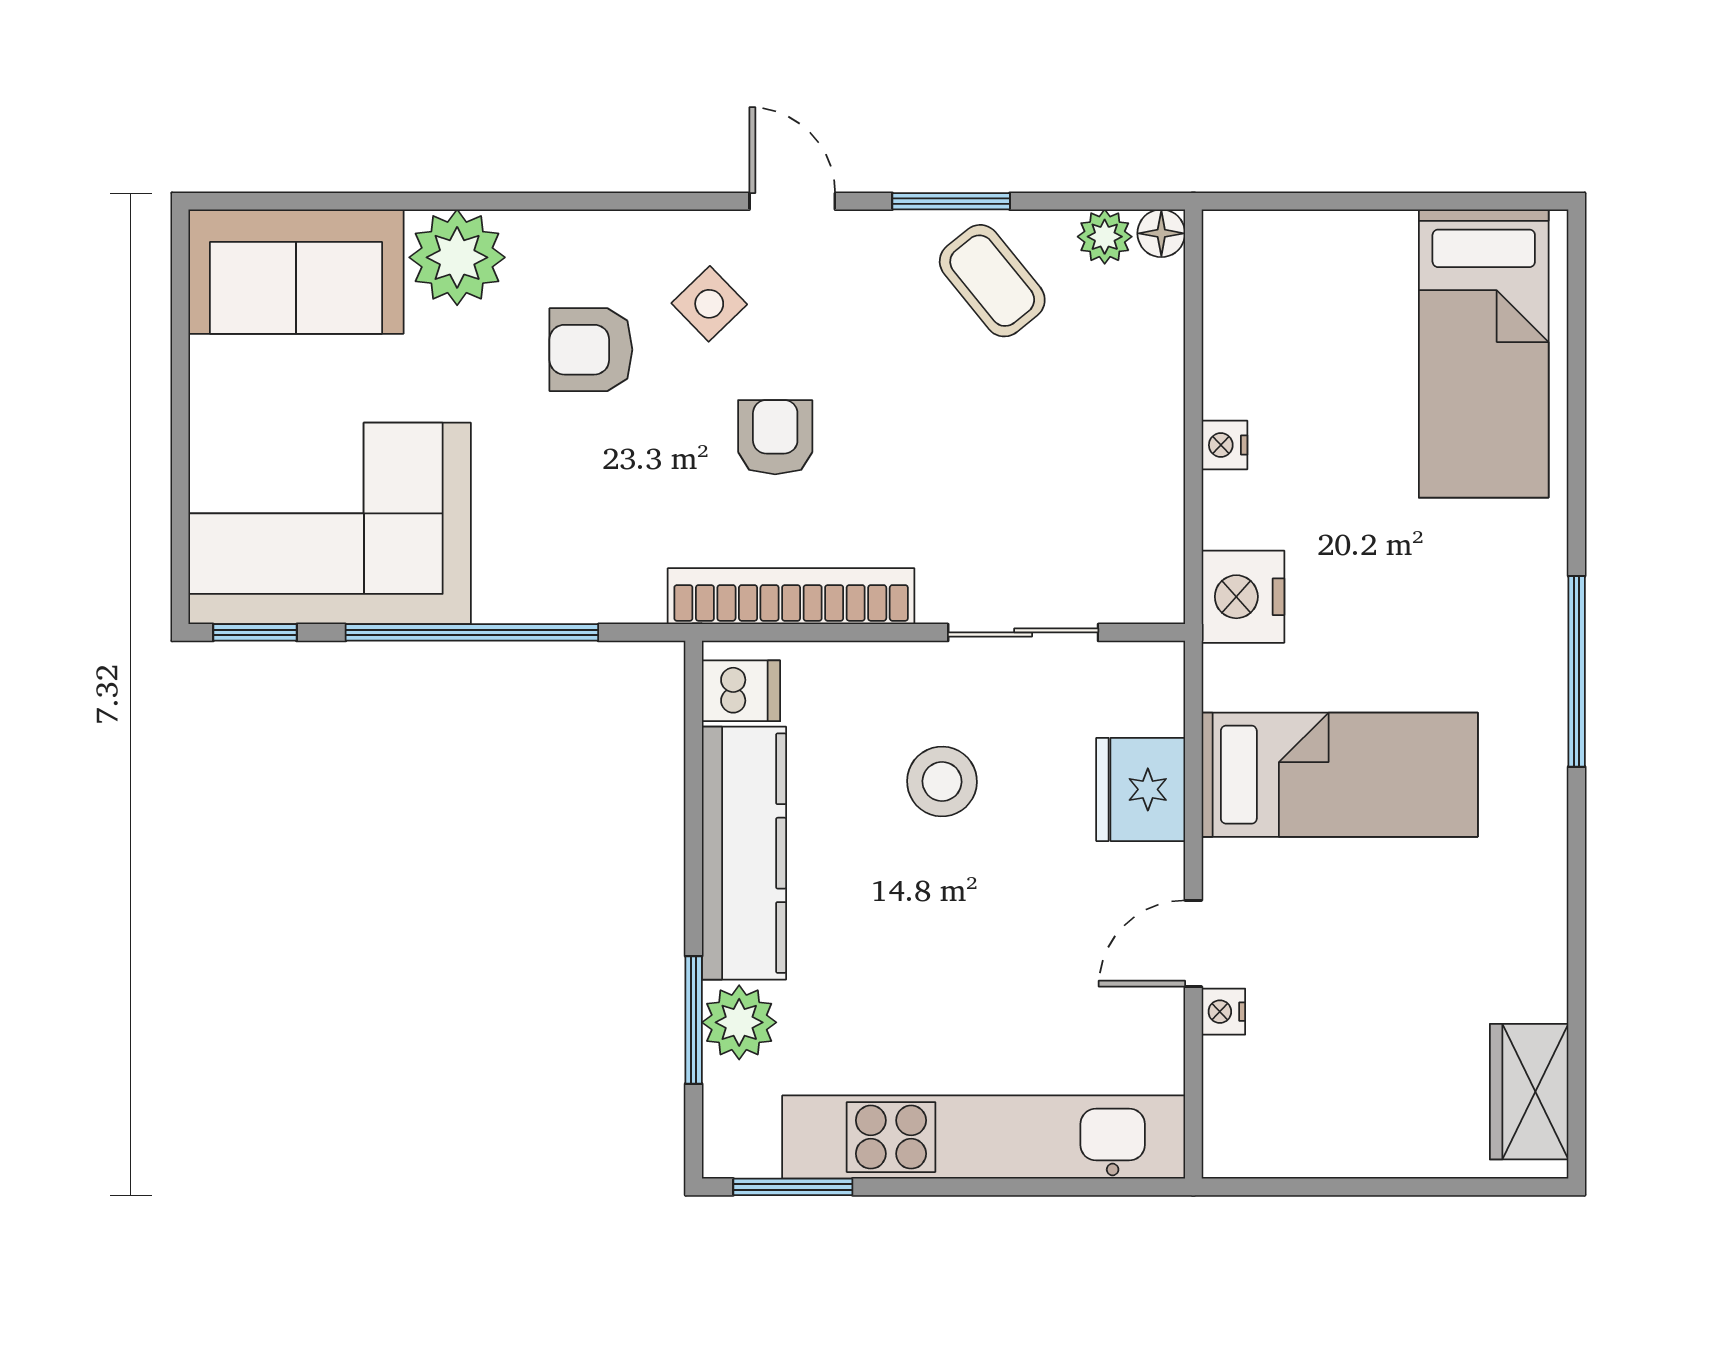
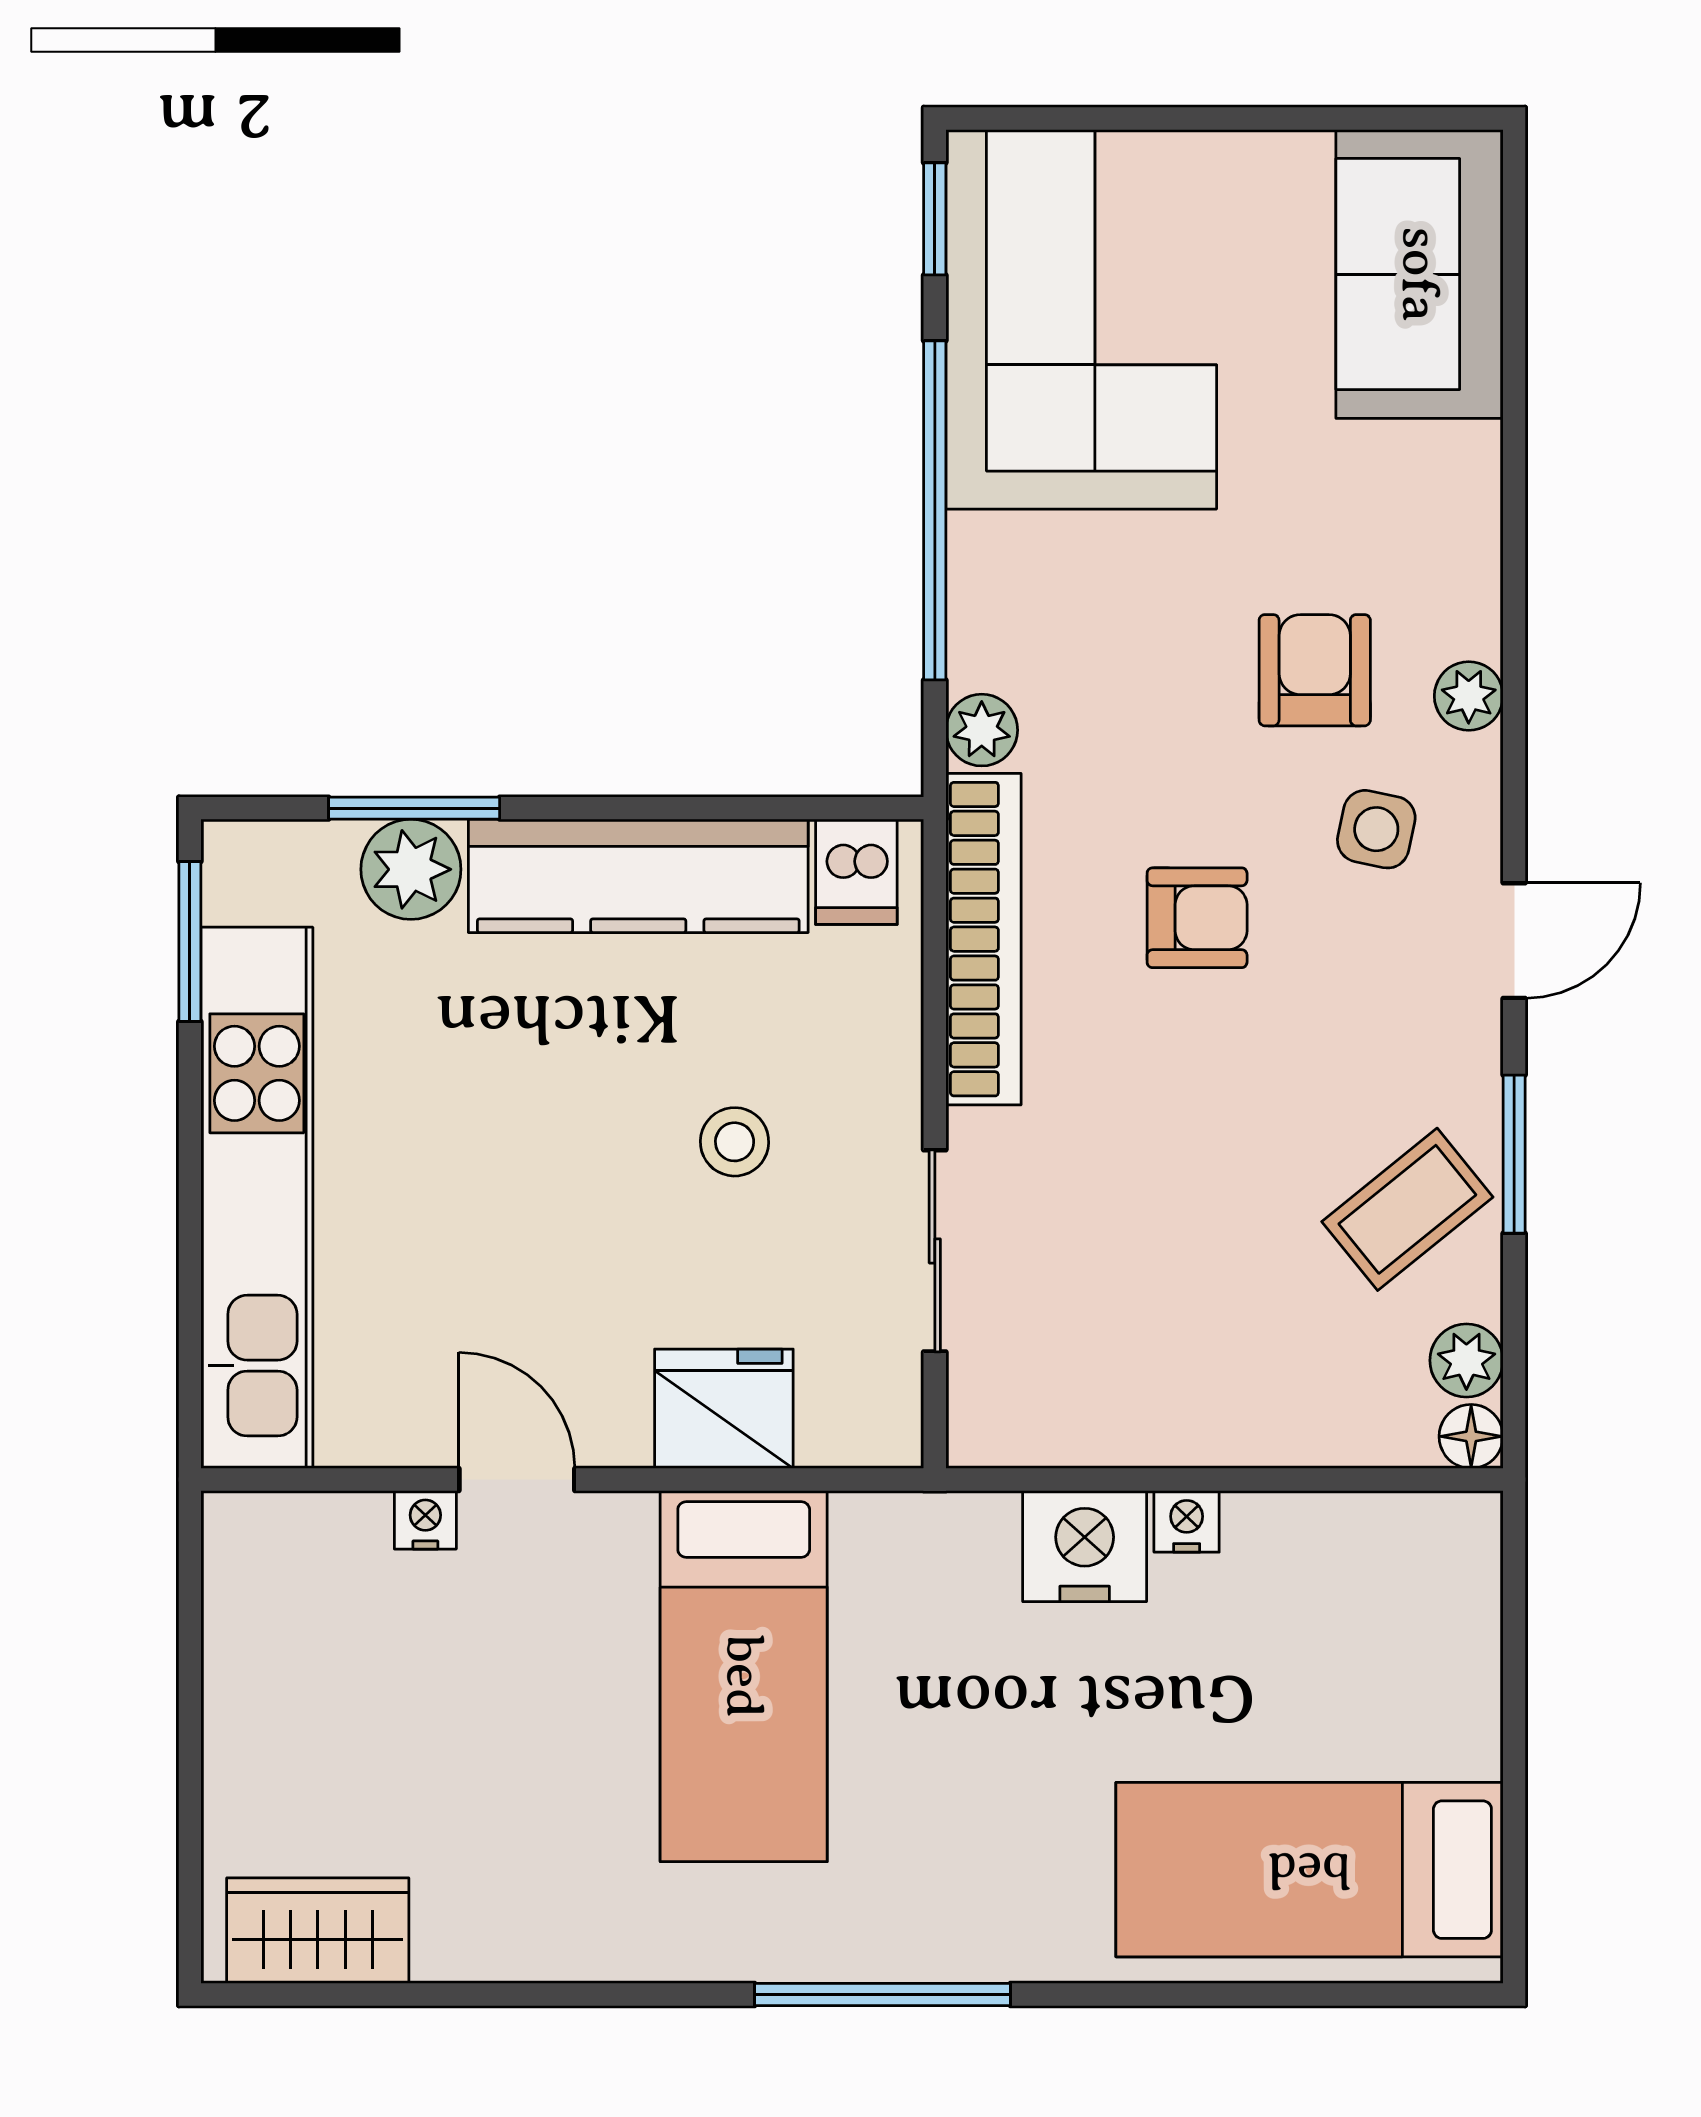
plant: (457, 257) -> (1469, 696), moved, width x0.53, depth x0.53
side table: (709, 304) -> (1376, 829), turned -34
nightstand: (1243, 597) -> (1085, 1546), moved
plant: (635, 598) -> (982, 730), added
stool: (942, 781) -> (735, 1142), width x0.73, depth x0.73

